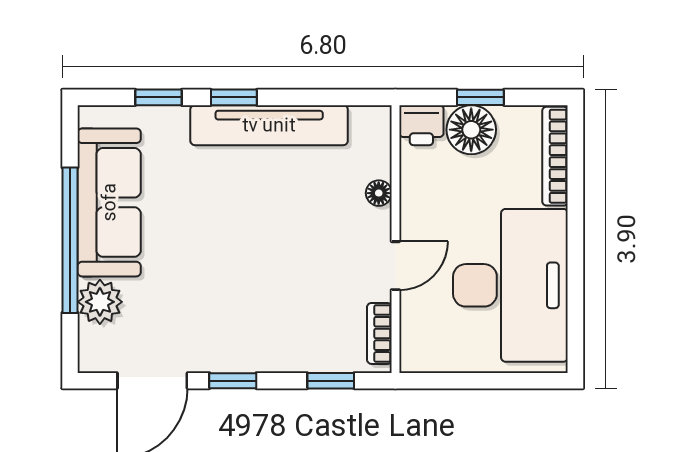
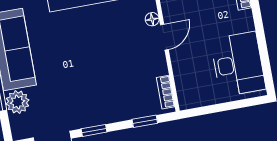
door: (395, 266) -> (164, 37), moved
desk: (510, 285) -> (238, 64), width x0.73, depth x0.77

